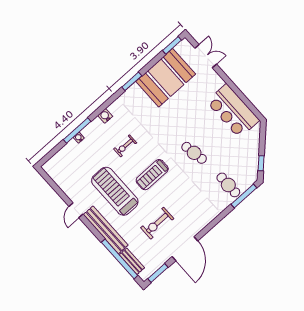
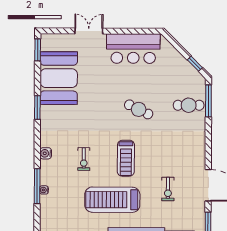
double door: (206, 56) -> (89, 31), moved
cafe table: (194, 153) -> (139, 109), turned 36
exercise bike: (157, 223) -> (168, 189), width x0.73, depth x0.72

